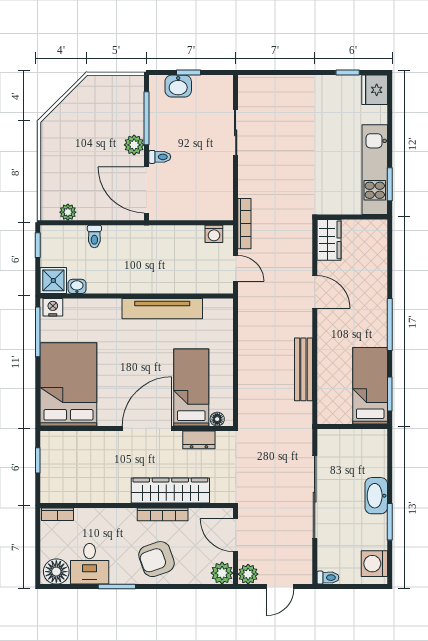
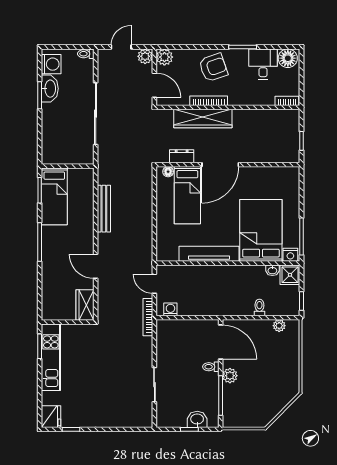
bed: (68, 384) -> (261, 230), moved, turned 180
washbasin: (376, 496) -> (50, 89), moved

